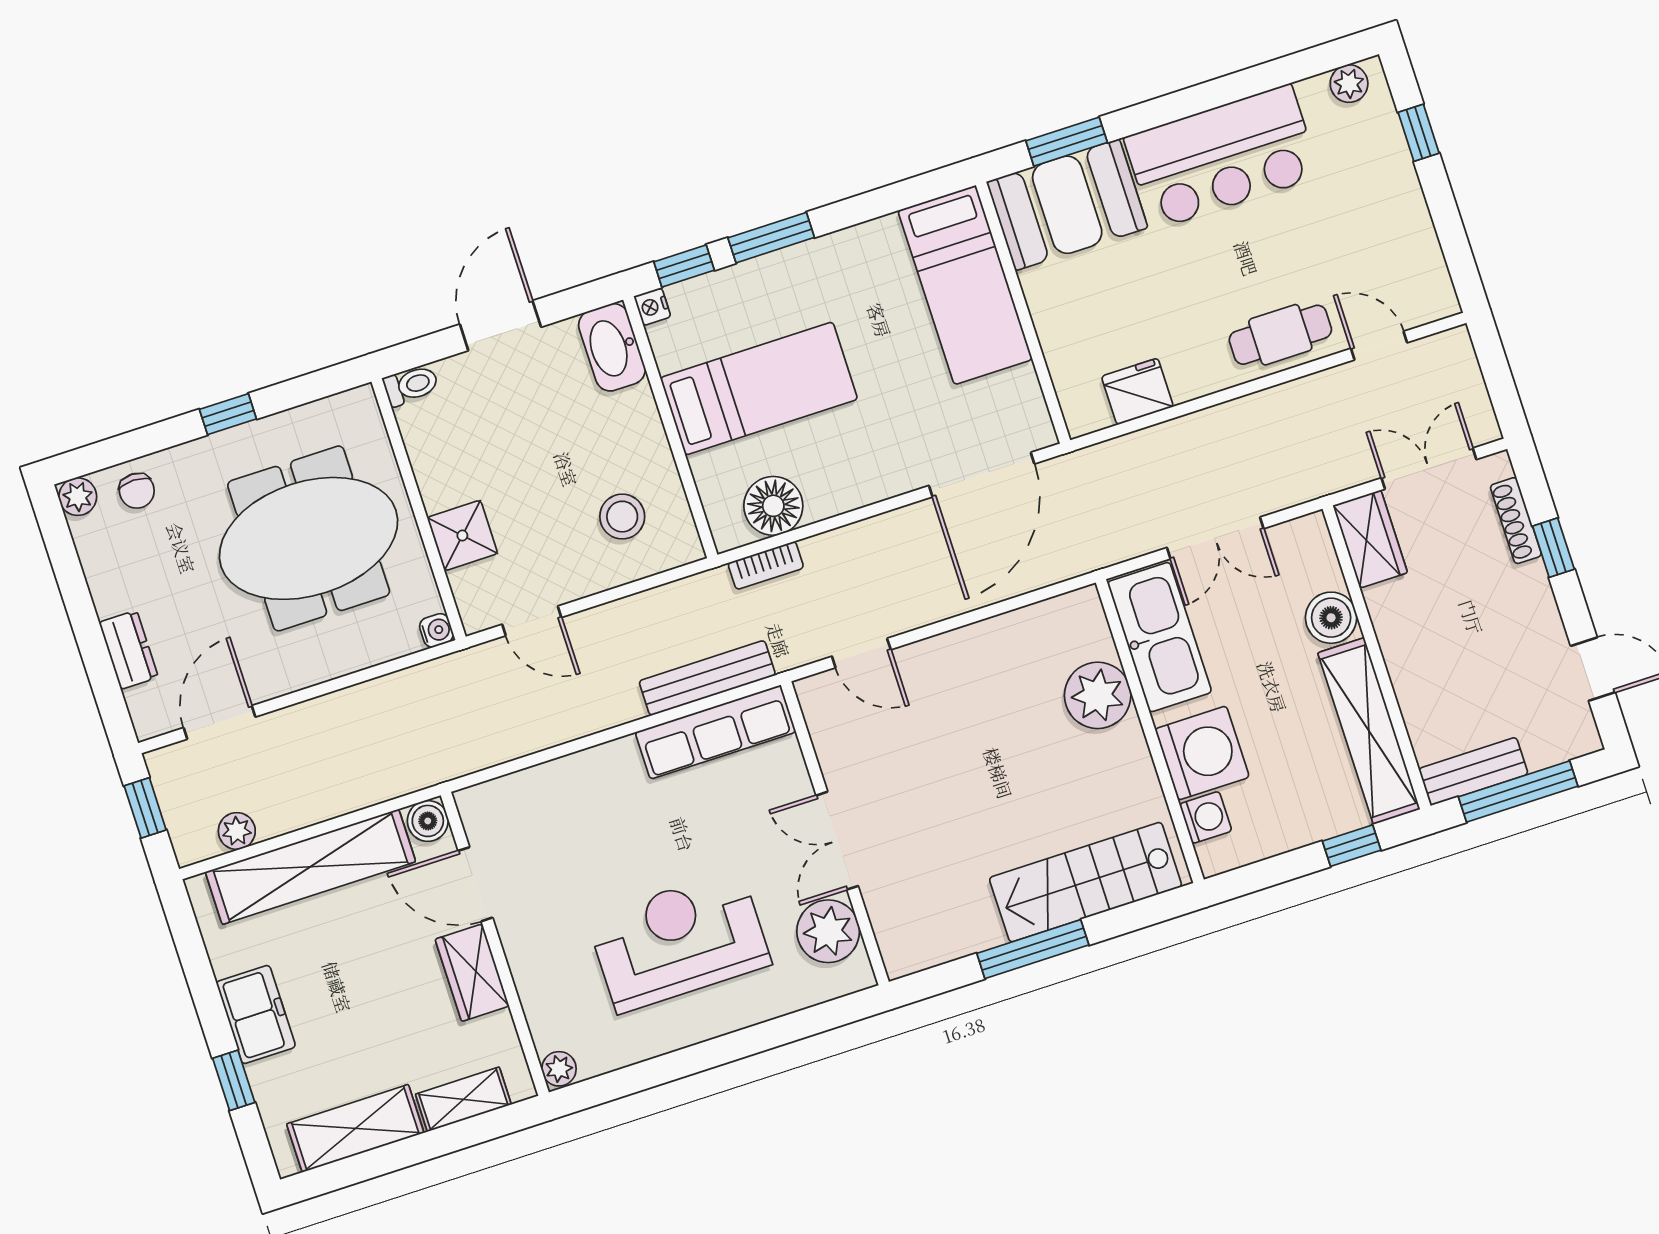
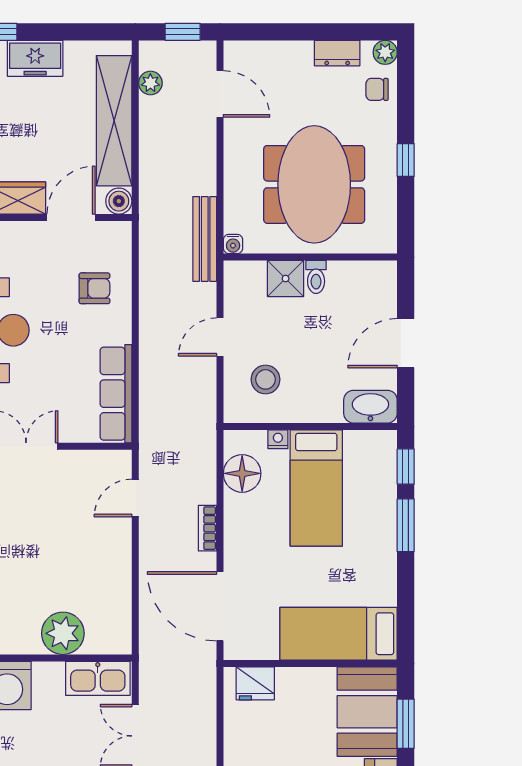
nightstand: (652, 307) -> (278, 439), moved
door: (500, 326) -> (406, 343), swing flipped
toilet: (411, 385) -> (316, 277), moved
fridge: (1137, 391) -> (255, 683), moved, turned 90
bookcase: (766, 565) -> (207, 528), moved
door: (532, 621) -> (220, 337), moved
kitchen sink: (1159, 637) -> (98, 678), width x0.73, depth x0.81
dresser: (129, 650) -> (337, 53), moved
bench: (707, 678) -> (205, 239), moved
armchair: (569, 815) -> (95, 288), added

